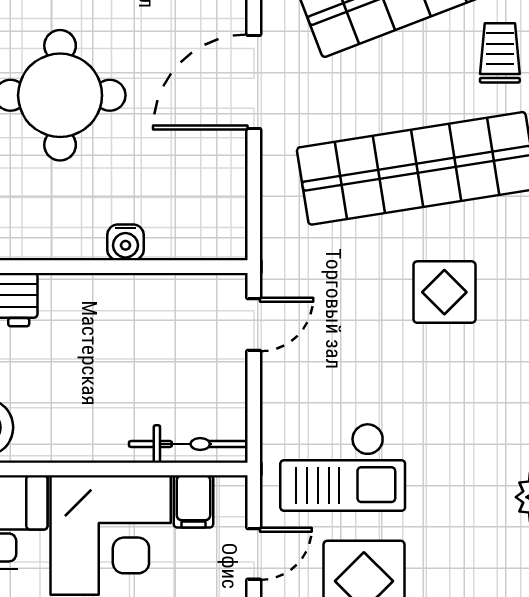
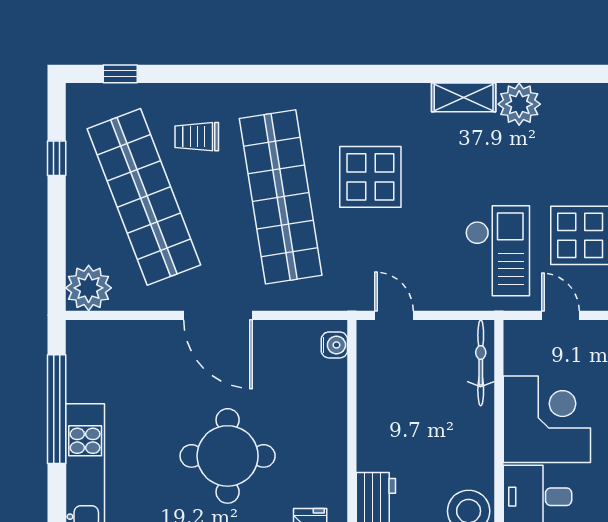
water cooler: (126, 242) -> (334, 345), moved
display table: (444, 292) -> (370, 177), width x1.36, depth x1.36
filing cabinet: (193, 501) -> (522, 359), removed

